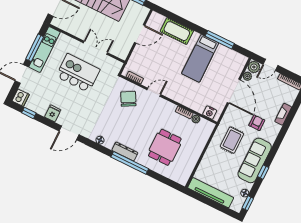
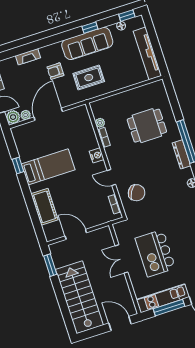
window: (220, 40) -> (18, 166), width x0.46
chair: (128, 99) -> (137, 193), turned -121
nightstand: (210, 113) -> (97, 155), moved

